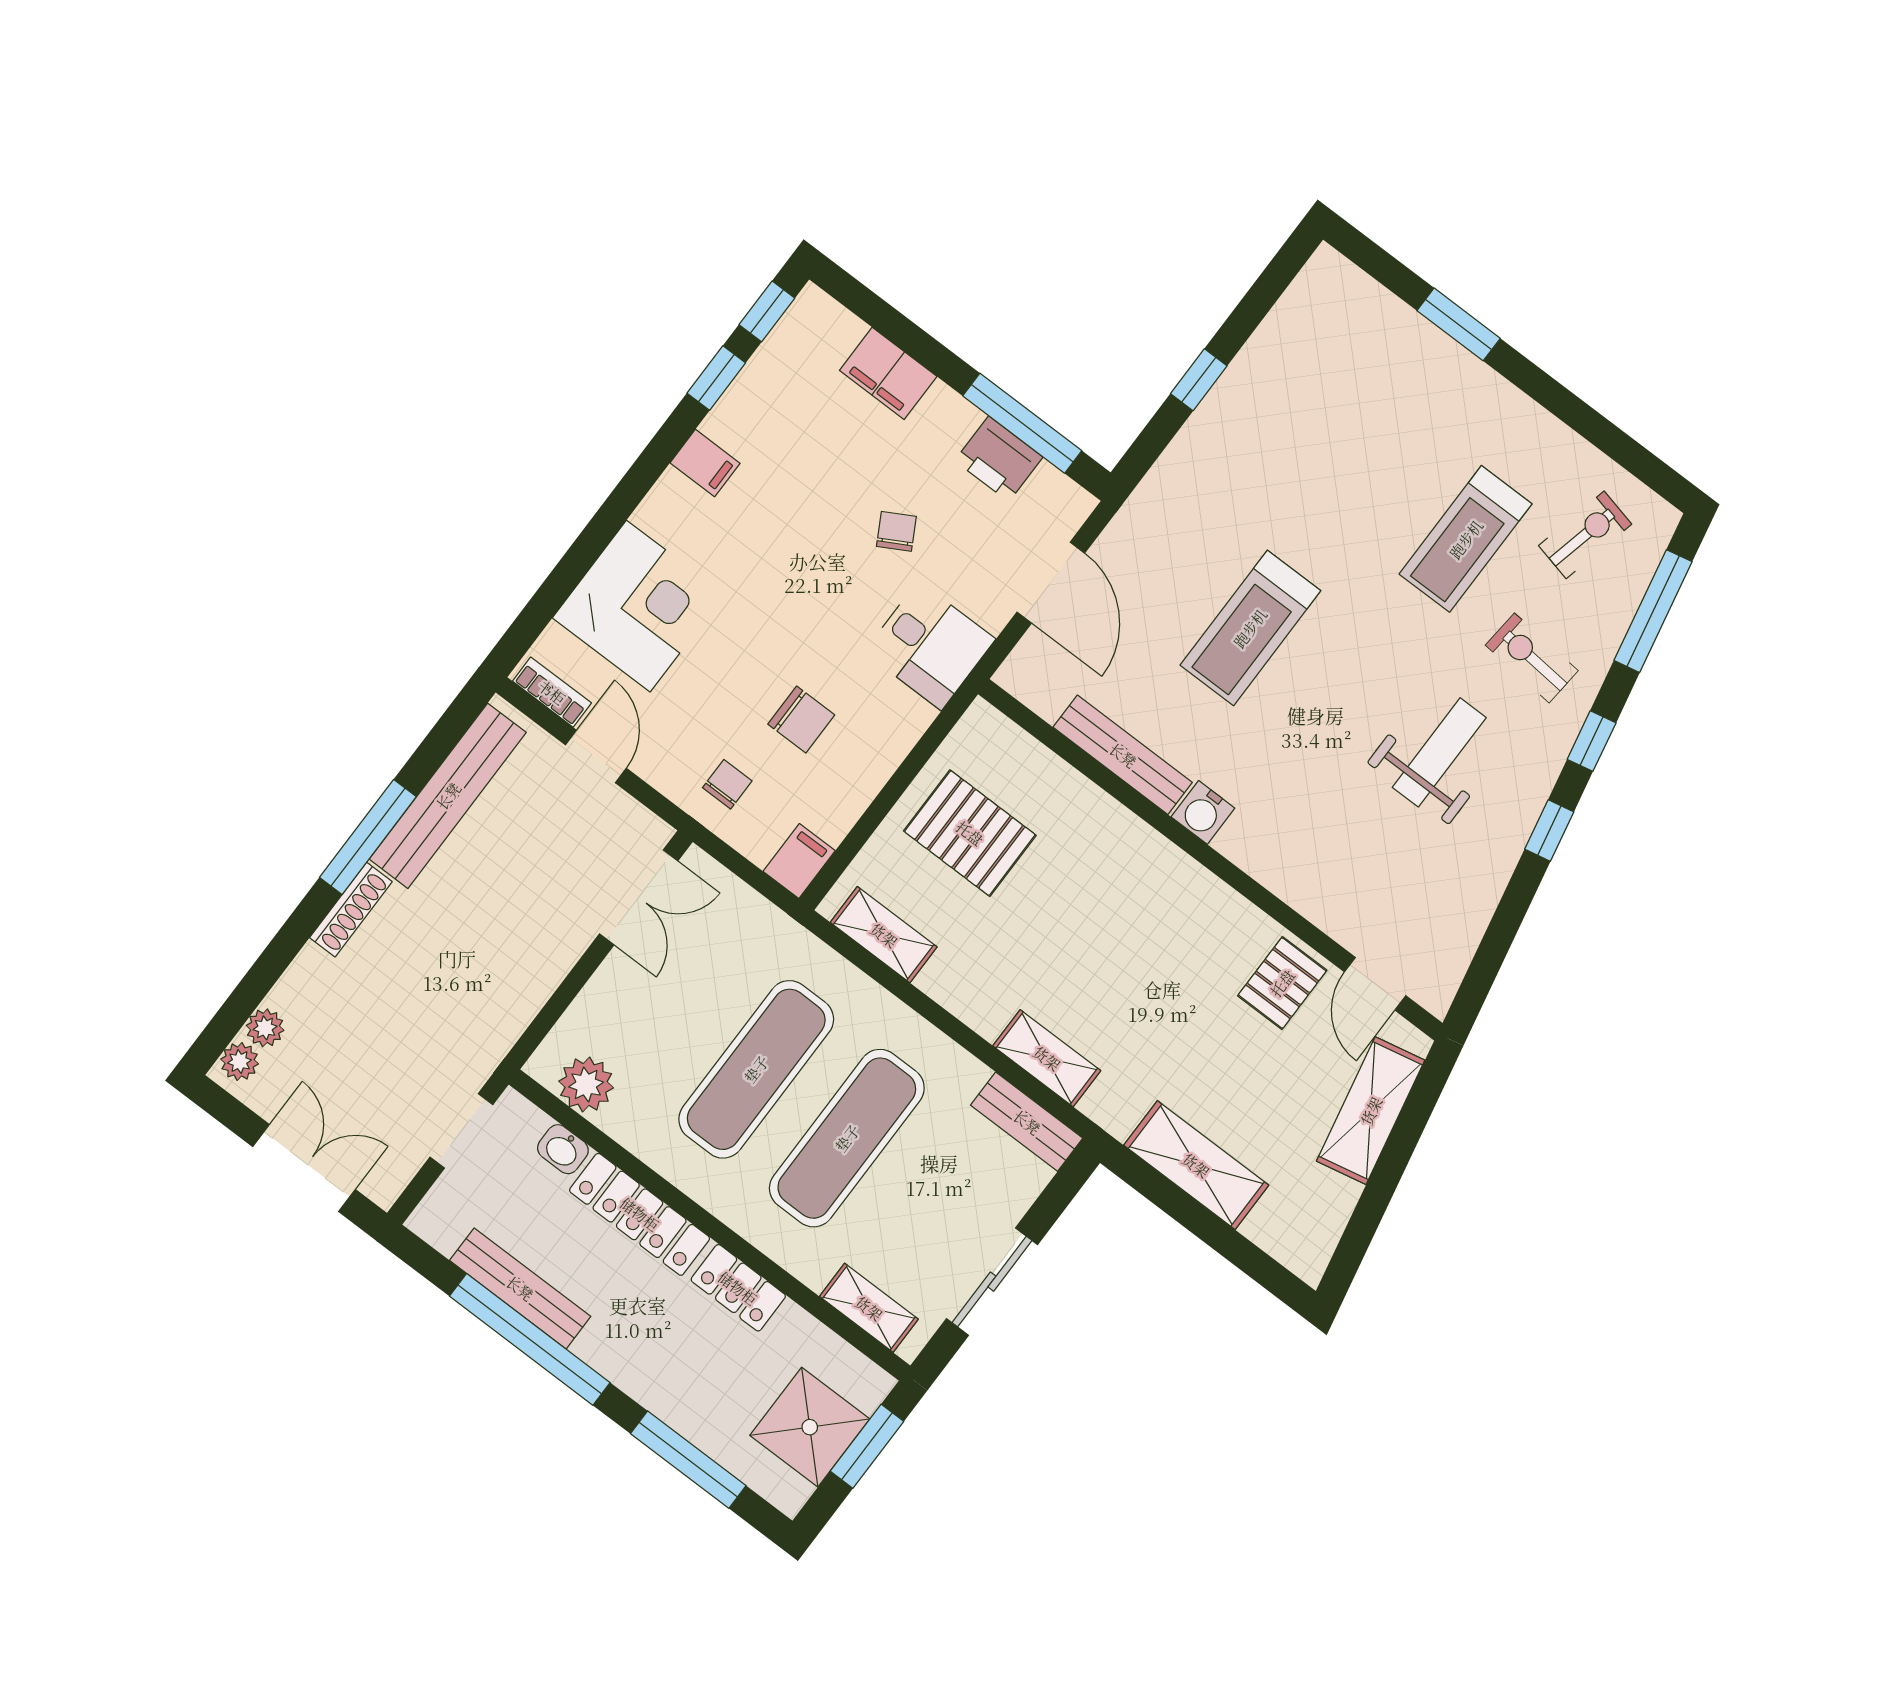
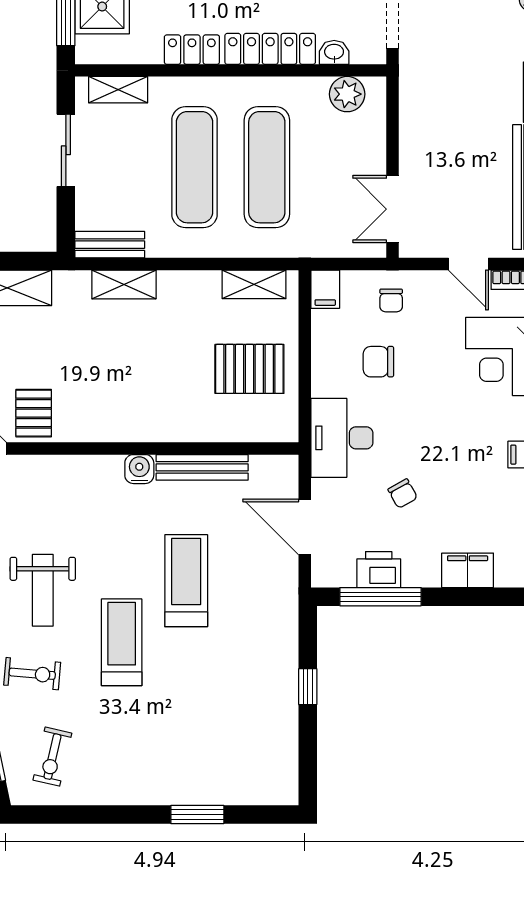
treadmill: (1466, 539) -> (122, 642), moved
desk: (930, 646) -> (342, 438), width x1.37

